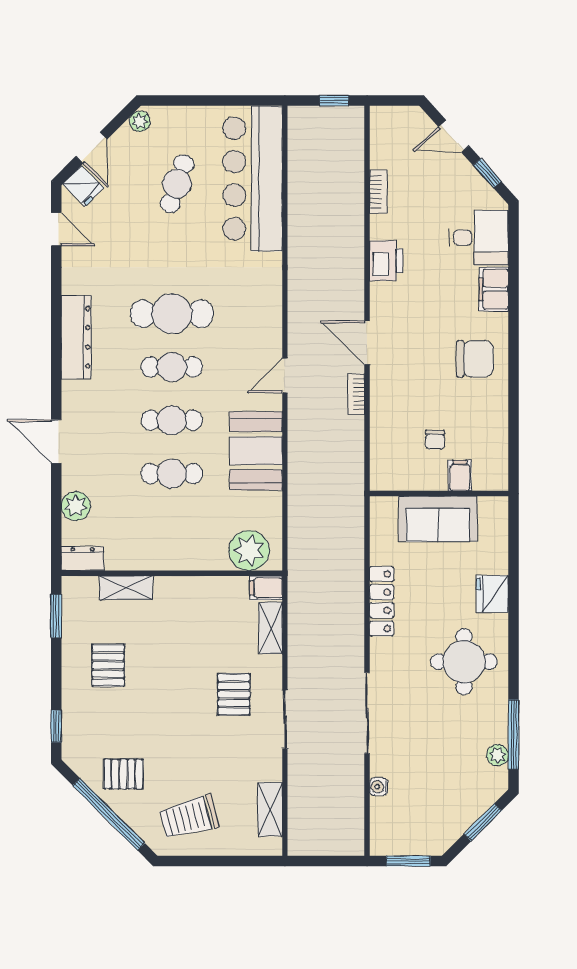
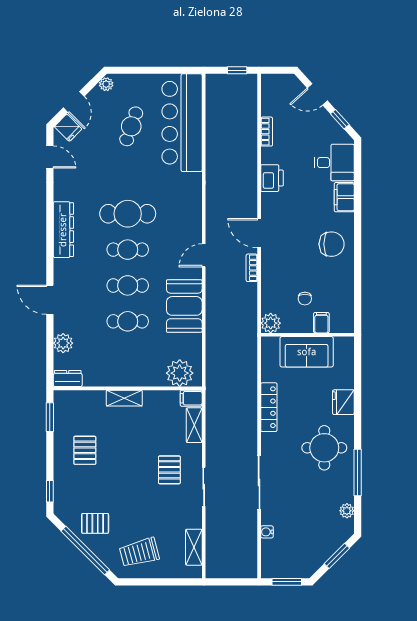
plant: (384, 476) -> (271, 323), added
shelving: (126, 588) -> (124, 398), moved
window: (513, 735) -> (358, 472), moved

